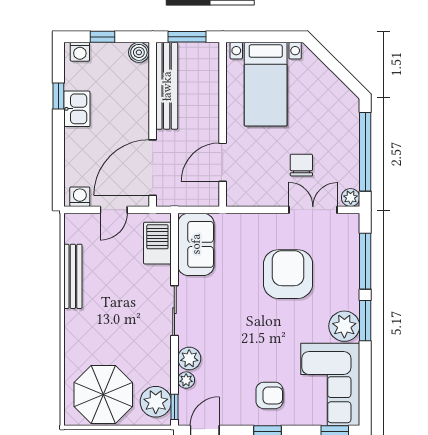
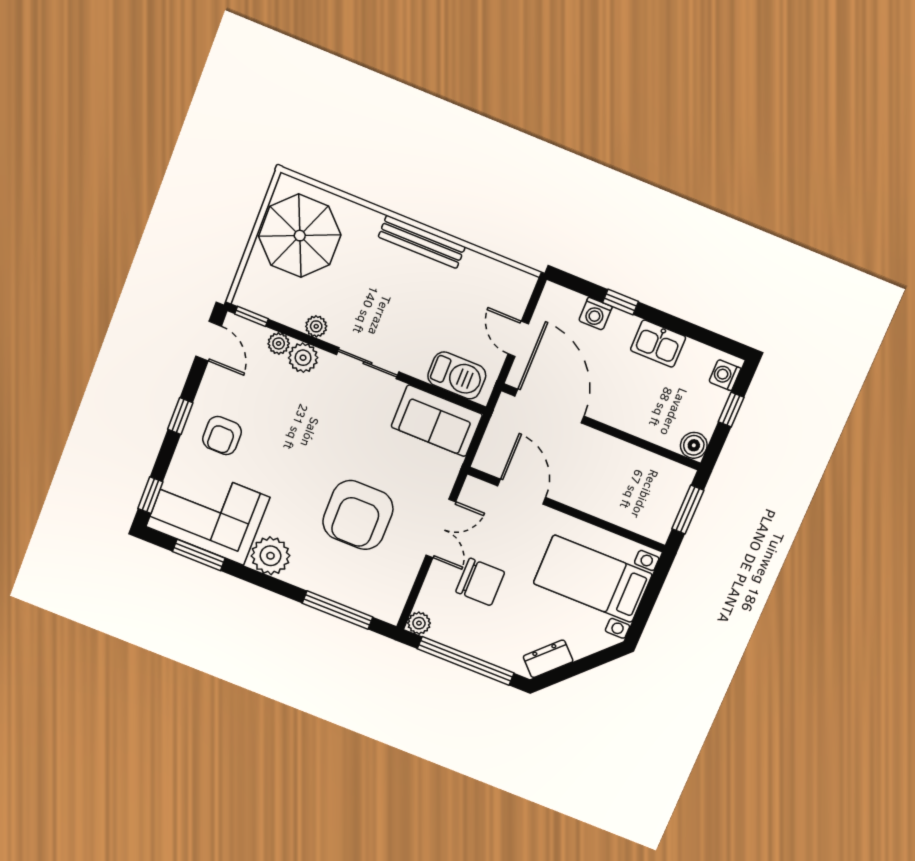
bench: (167, 86) -> (640, 462), removed
dresser: (339, 92) -> (548, 659), added
window: (58, 96) -> (620, 302), moved
chair: (301, 165) -> (480, 582), width x1.37, depth x1.37
washing machine: (80, 197) -> (595, 314), moved, turned 90
double door: (313, 210) -> (441, 528), moved
armchair: (288, 274) -> (358, 515), turned 90
bench: (73, 276) -> (422, 242), moved
window: (365, 321) -> (199, 555), moved
plant: (156, 402) -> (316, 326), moved, width x0.53, depth x0.53

